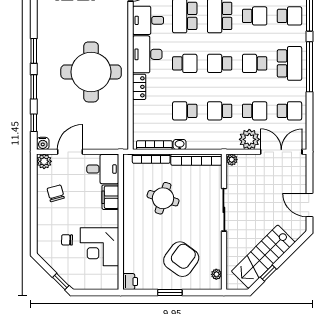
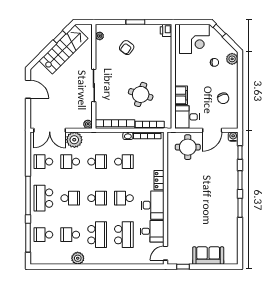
round table: (91, 72) -> (188, 147), moved, width x0.54, depth x0.54
plant: (44, 161) -> (232, 59), moved
corner desk: (99, 247) -> (194, 39), moved, turned 90
armchair: (181, 259) -> (127, 48), width x0.53, depth x0.53

